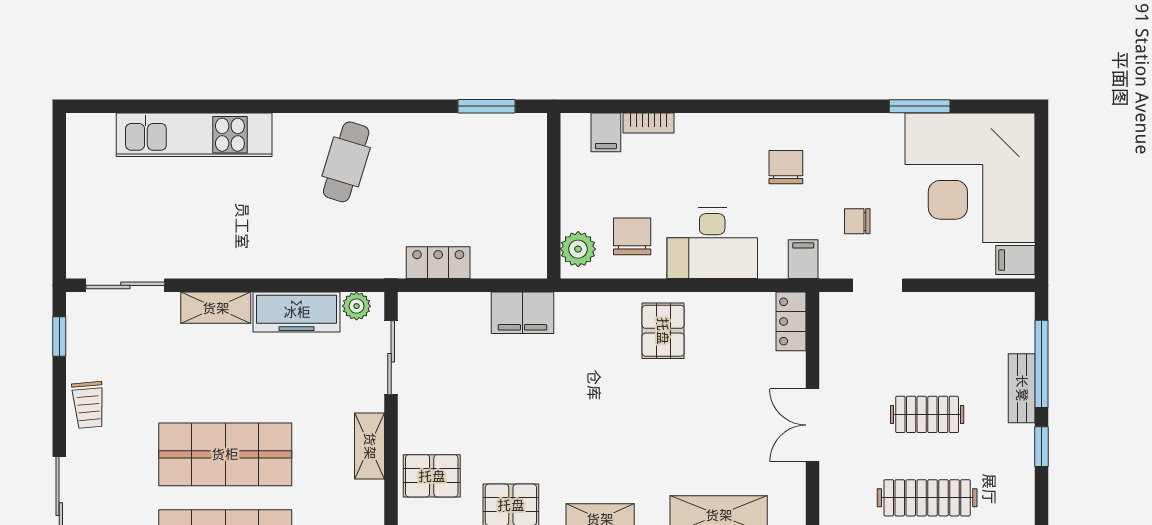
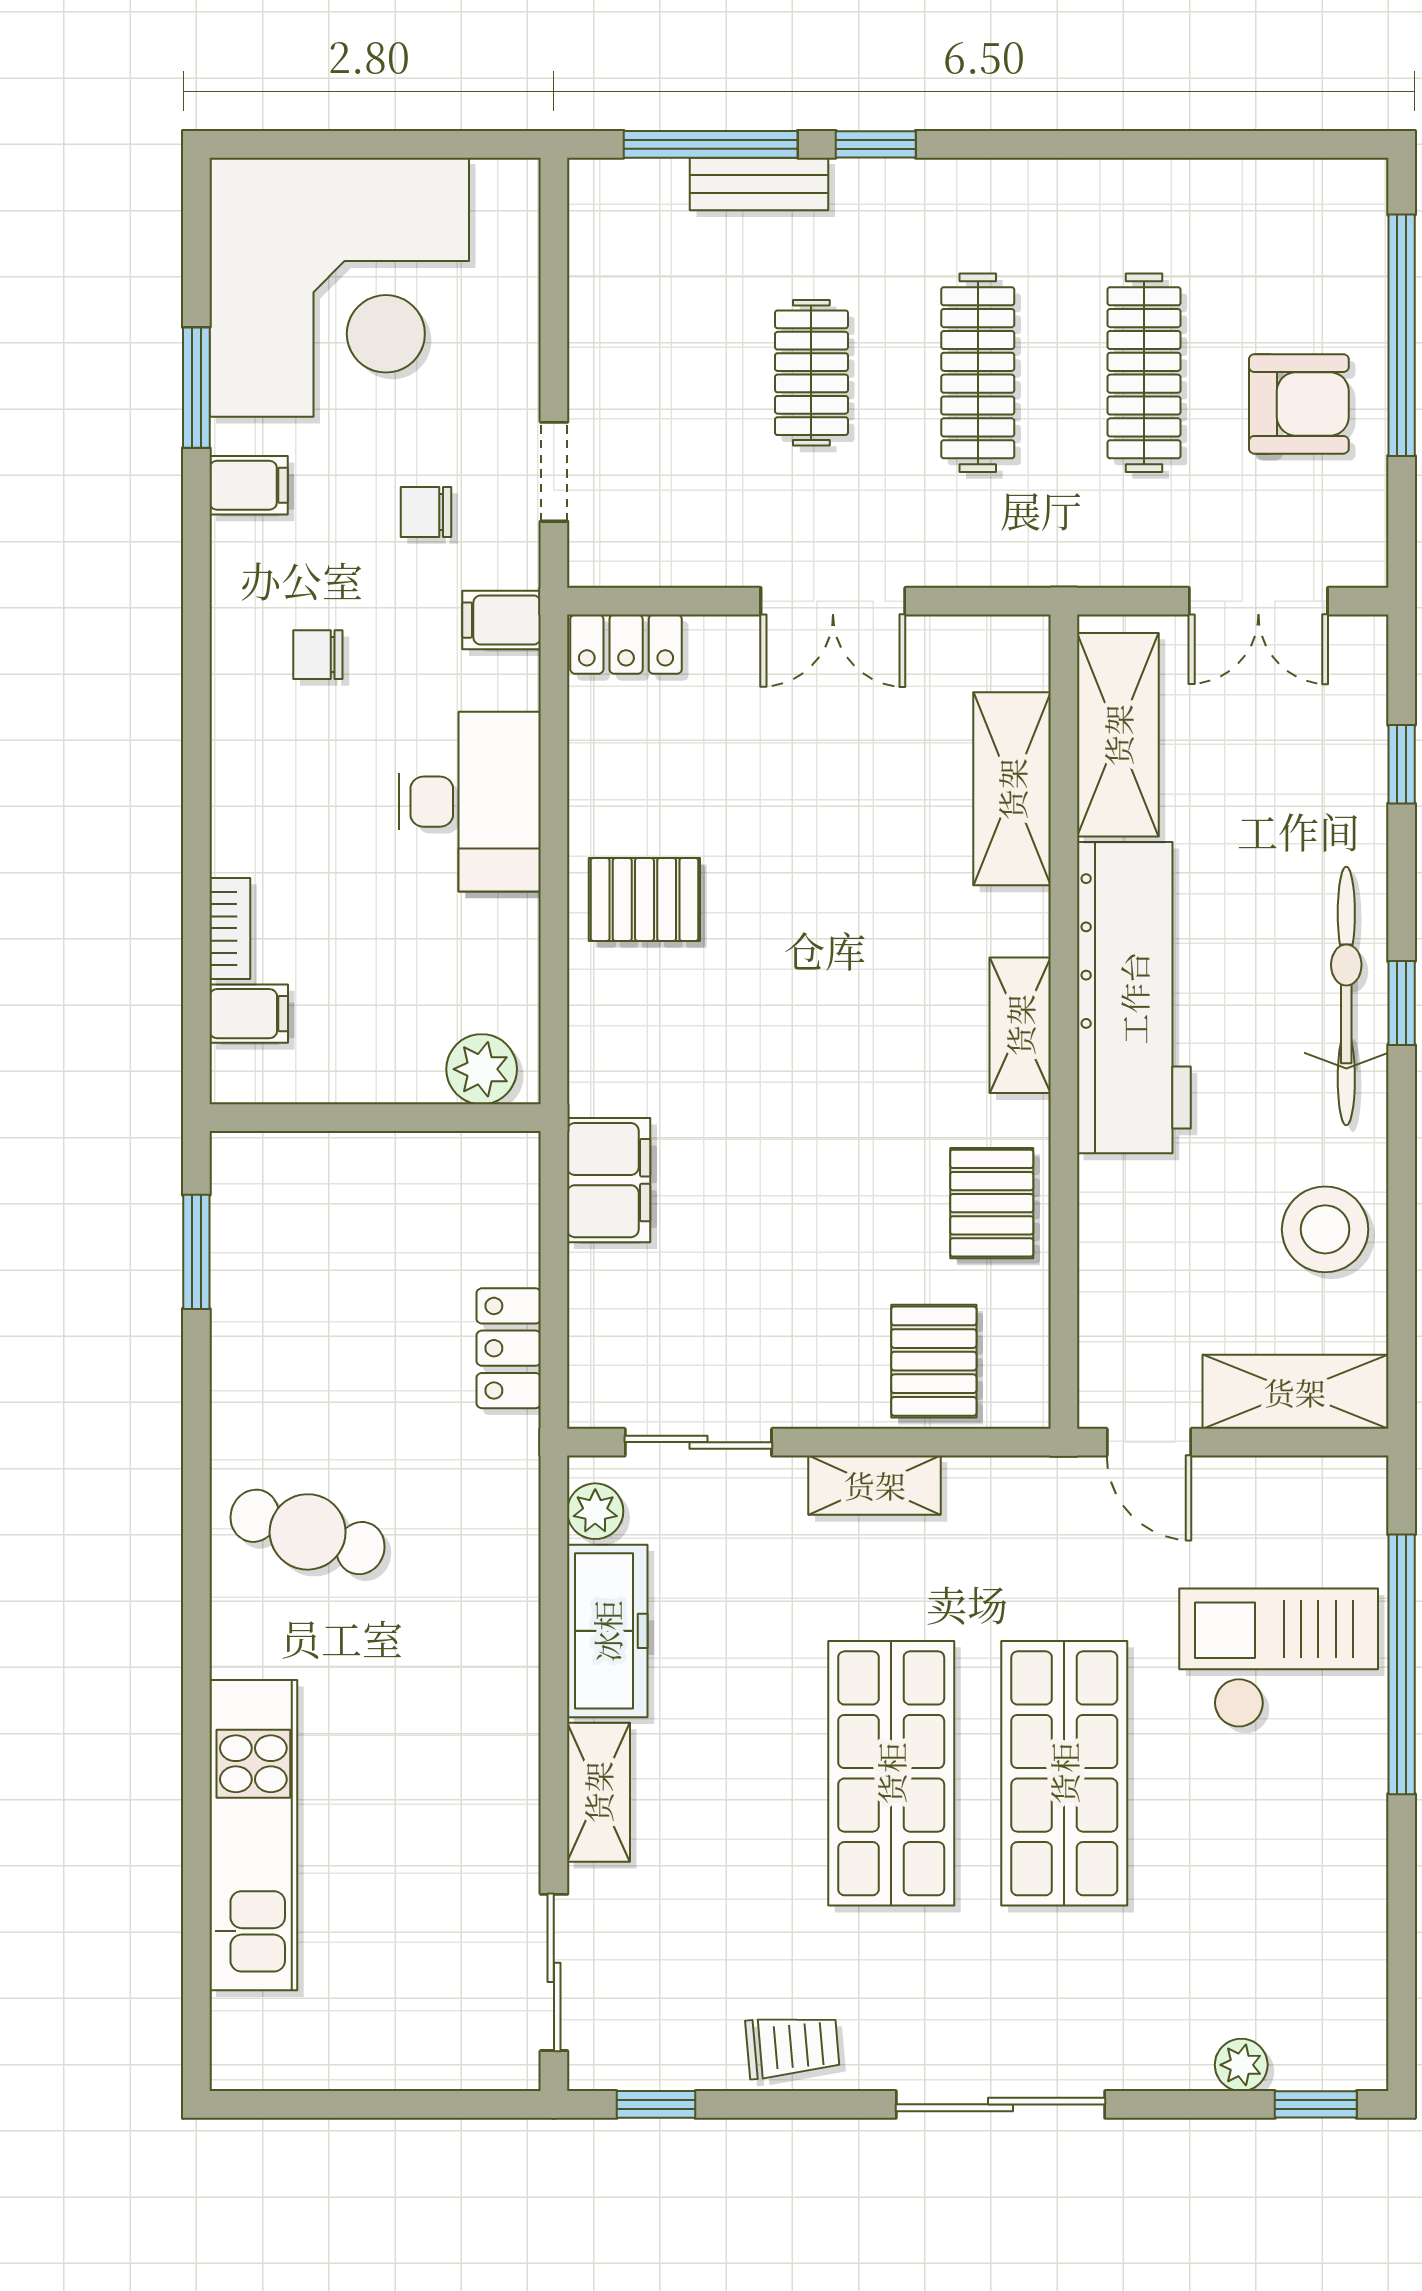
chair: (786, 167) -> (318, 655), width x0.73, depth x0.73
chair: (857, 221) -> (426, 512), turned 90
chair: (632, 236) -> (456, 961), removed
filing cabinet: (1015, 260) -> (249, 485), moved, turned -90

